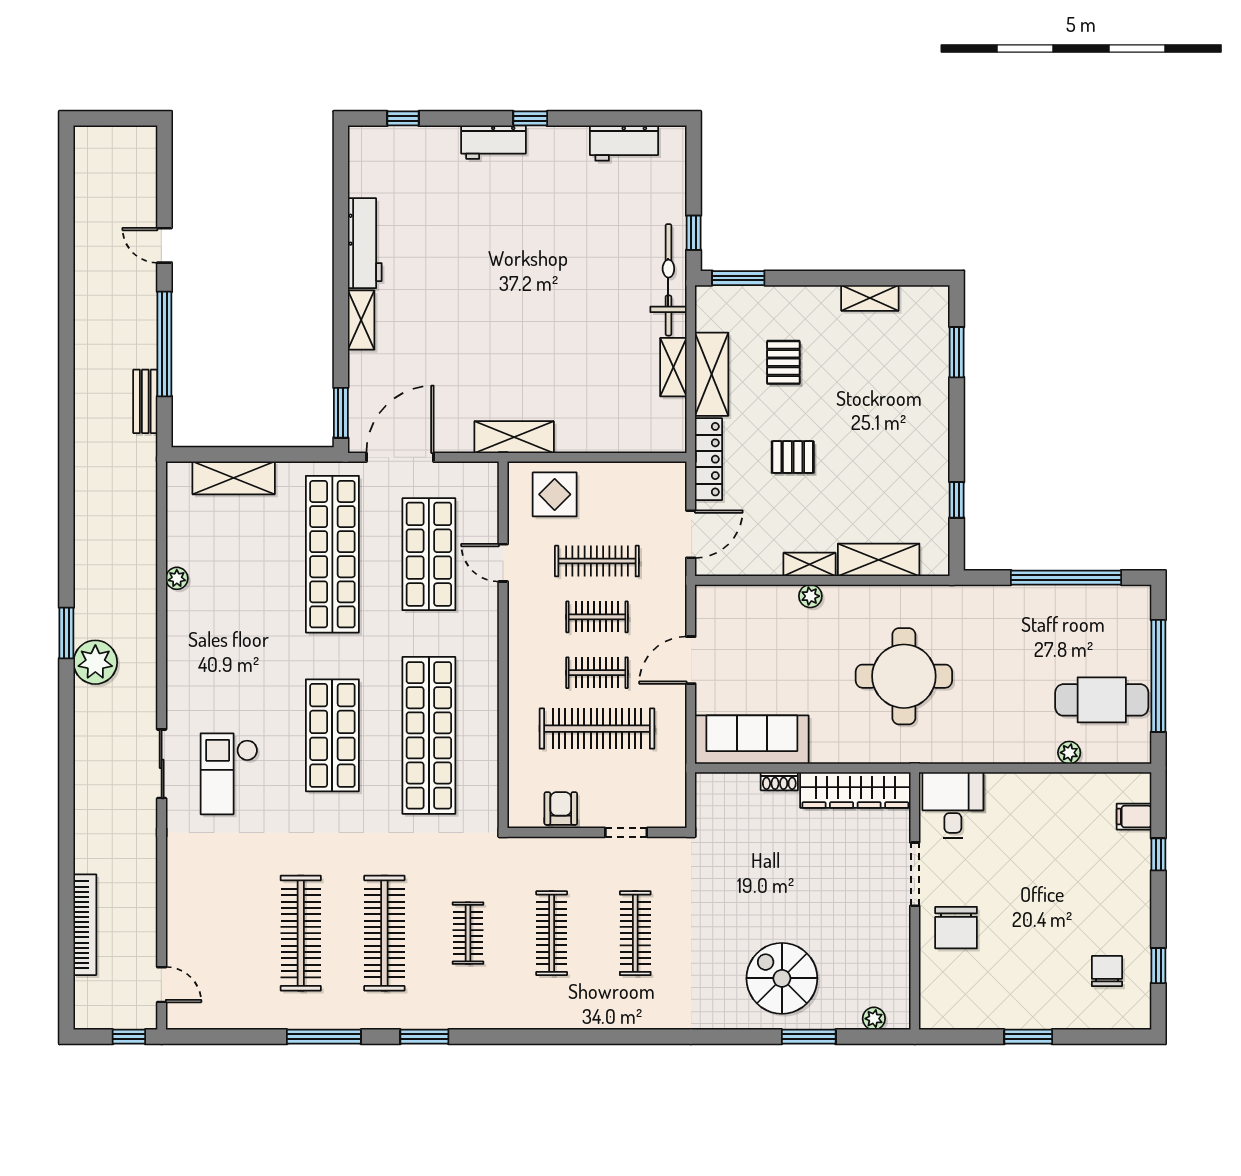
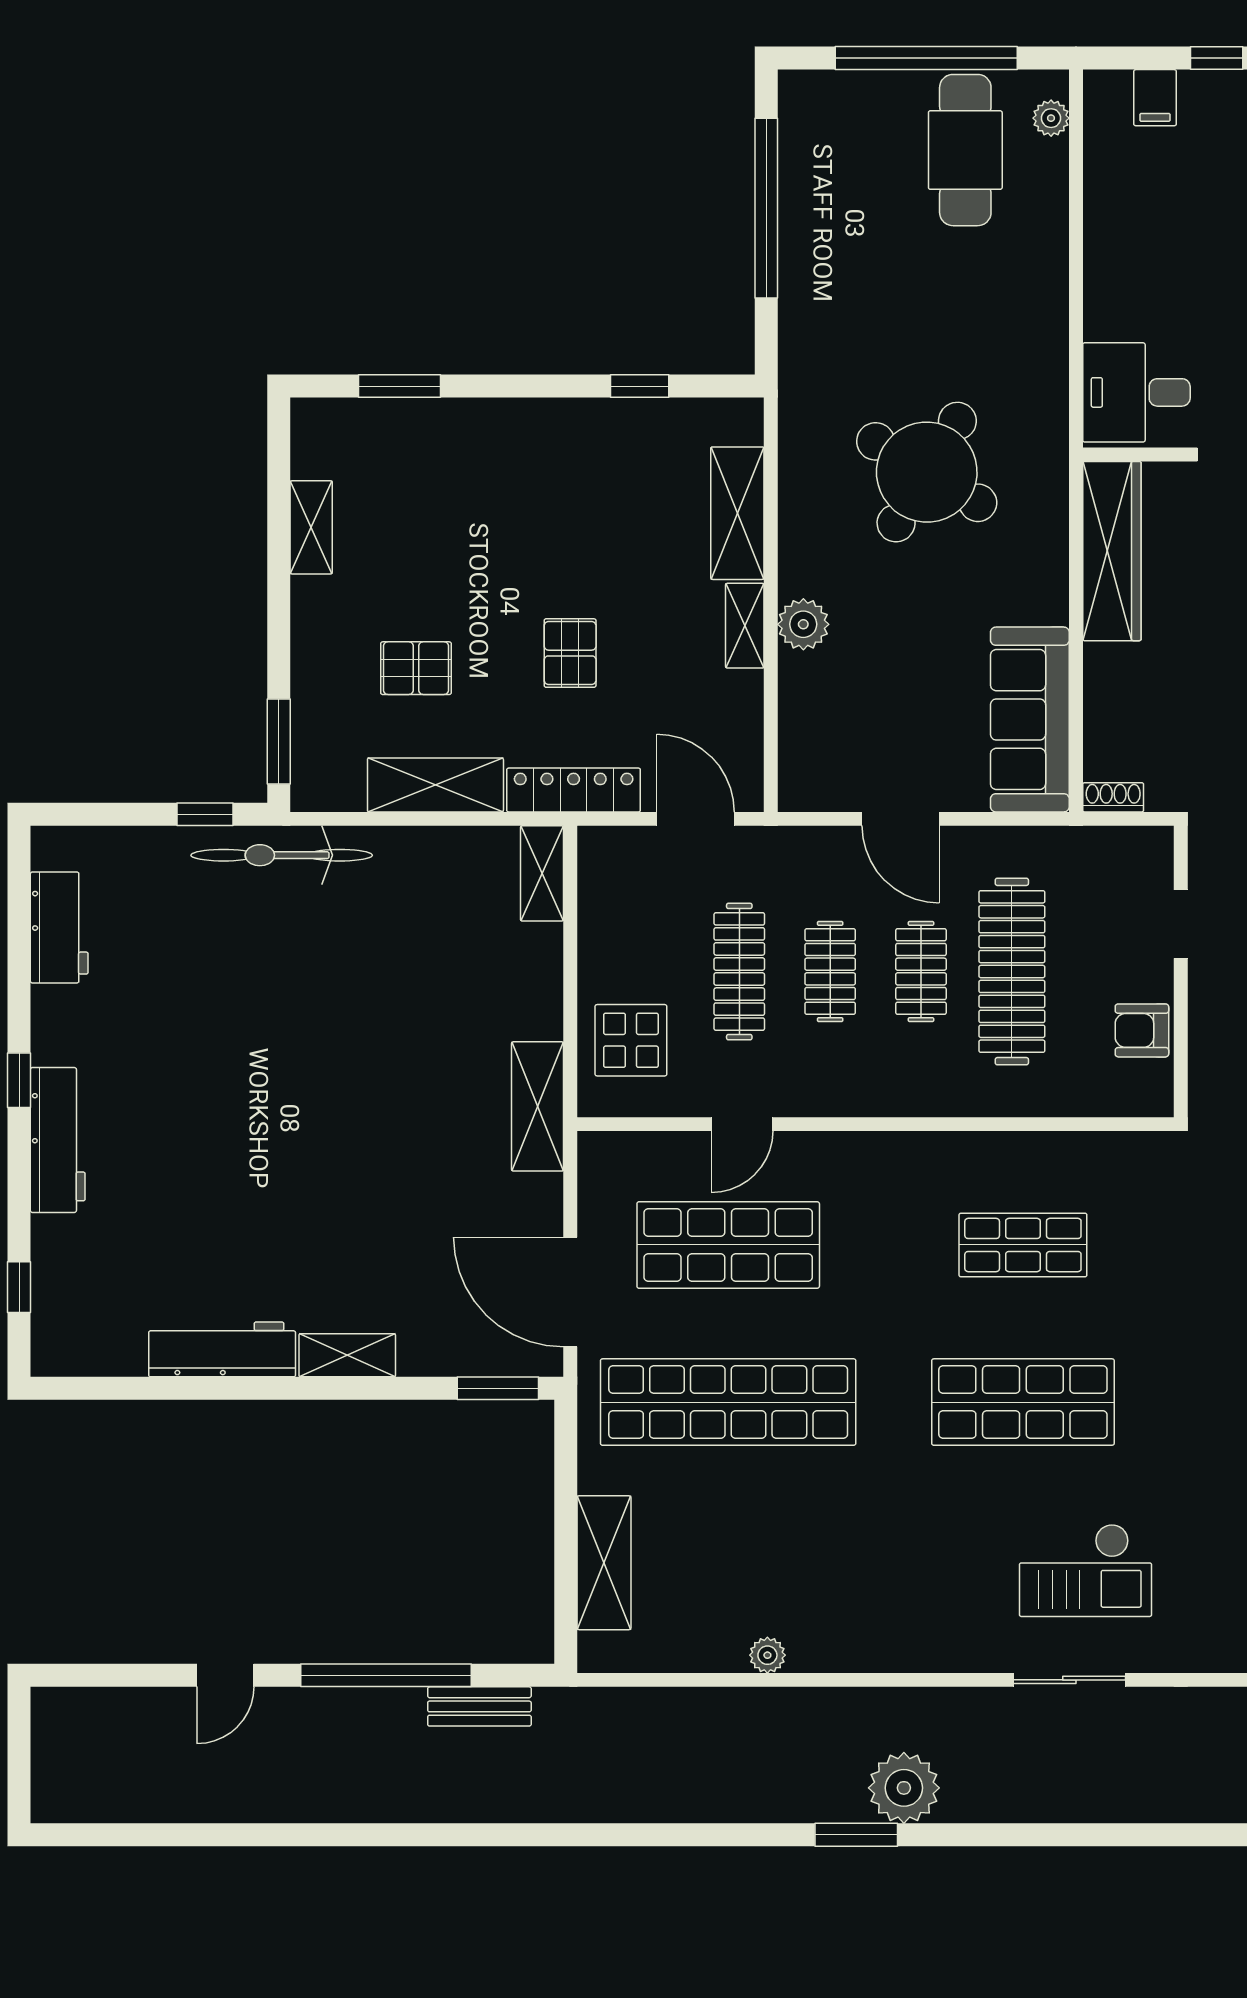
workbench: (493, 142) -> (58, 1140), width x1.38
shelving: (673, 367) -> (542, 873), moved, turned 90
plant: (810, 596) -> (803, 624), width x1.38, depth x1.38
round table: (904, 676) -> (927, 472), turned 31
shop shelf: (429, 735) -> (1023, 1245), width x0.50, depth x0.74
plant: (1069, 753) -> (1051, 118), moved
shoe rack: (779, 781) -> (1113, 797), moved, turned -90

